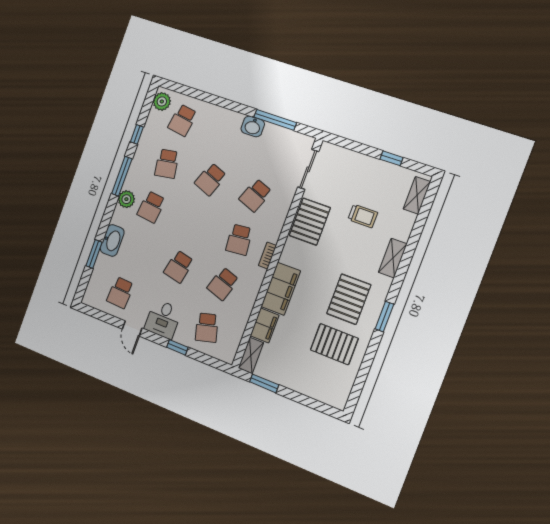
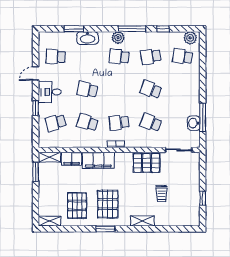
washbasin: (253, 126) -> (194, 123), moved
shelving: (417, 195) -> (49, 221), moved
pallet: (349, 299) -> (108, 204), turned 90

